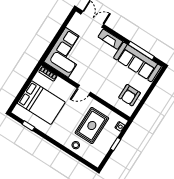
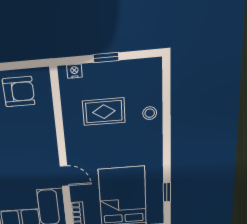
door: (84, 90) -> (65, 176), moved
rug: (92, 126) -> (104, 112), width x0.73, depth x0.70

